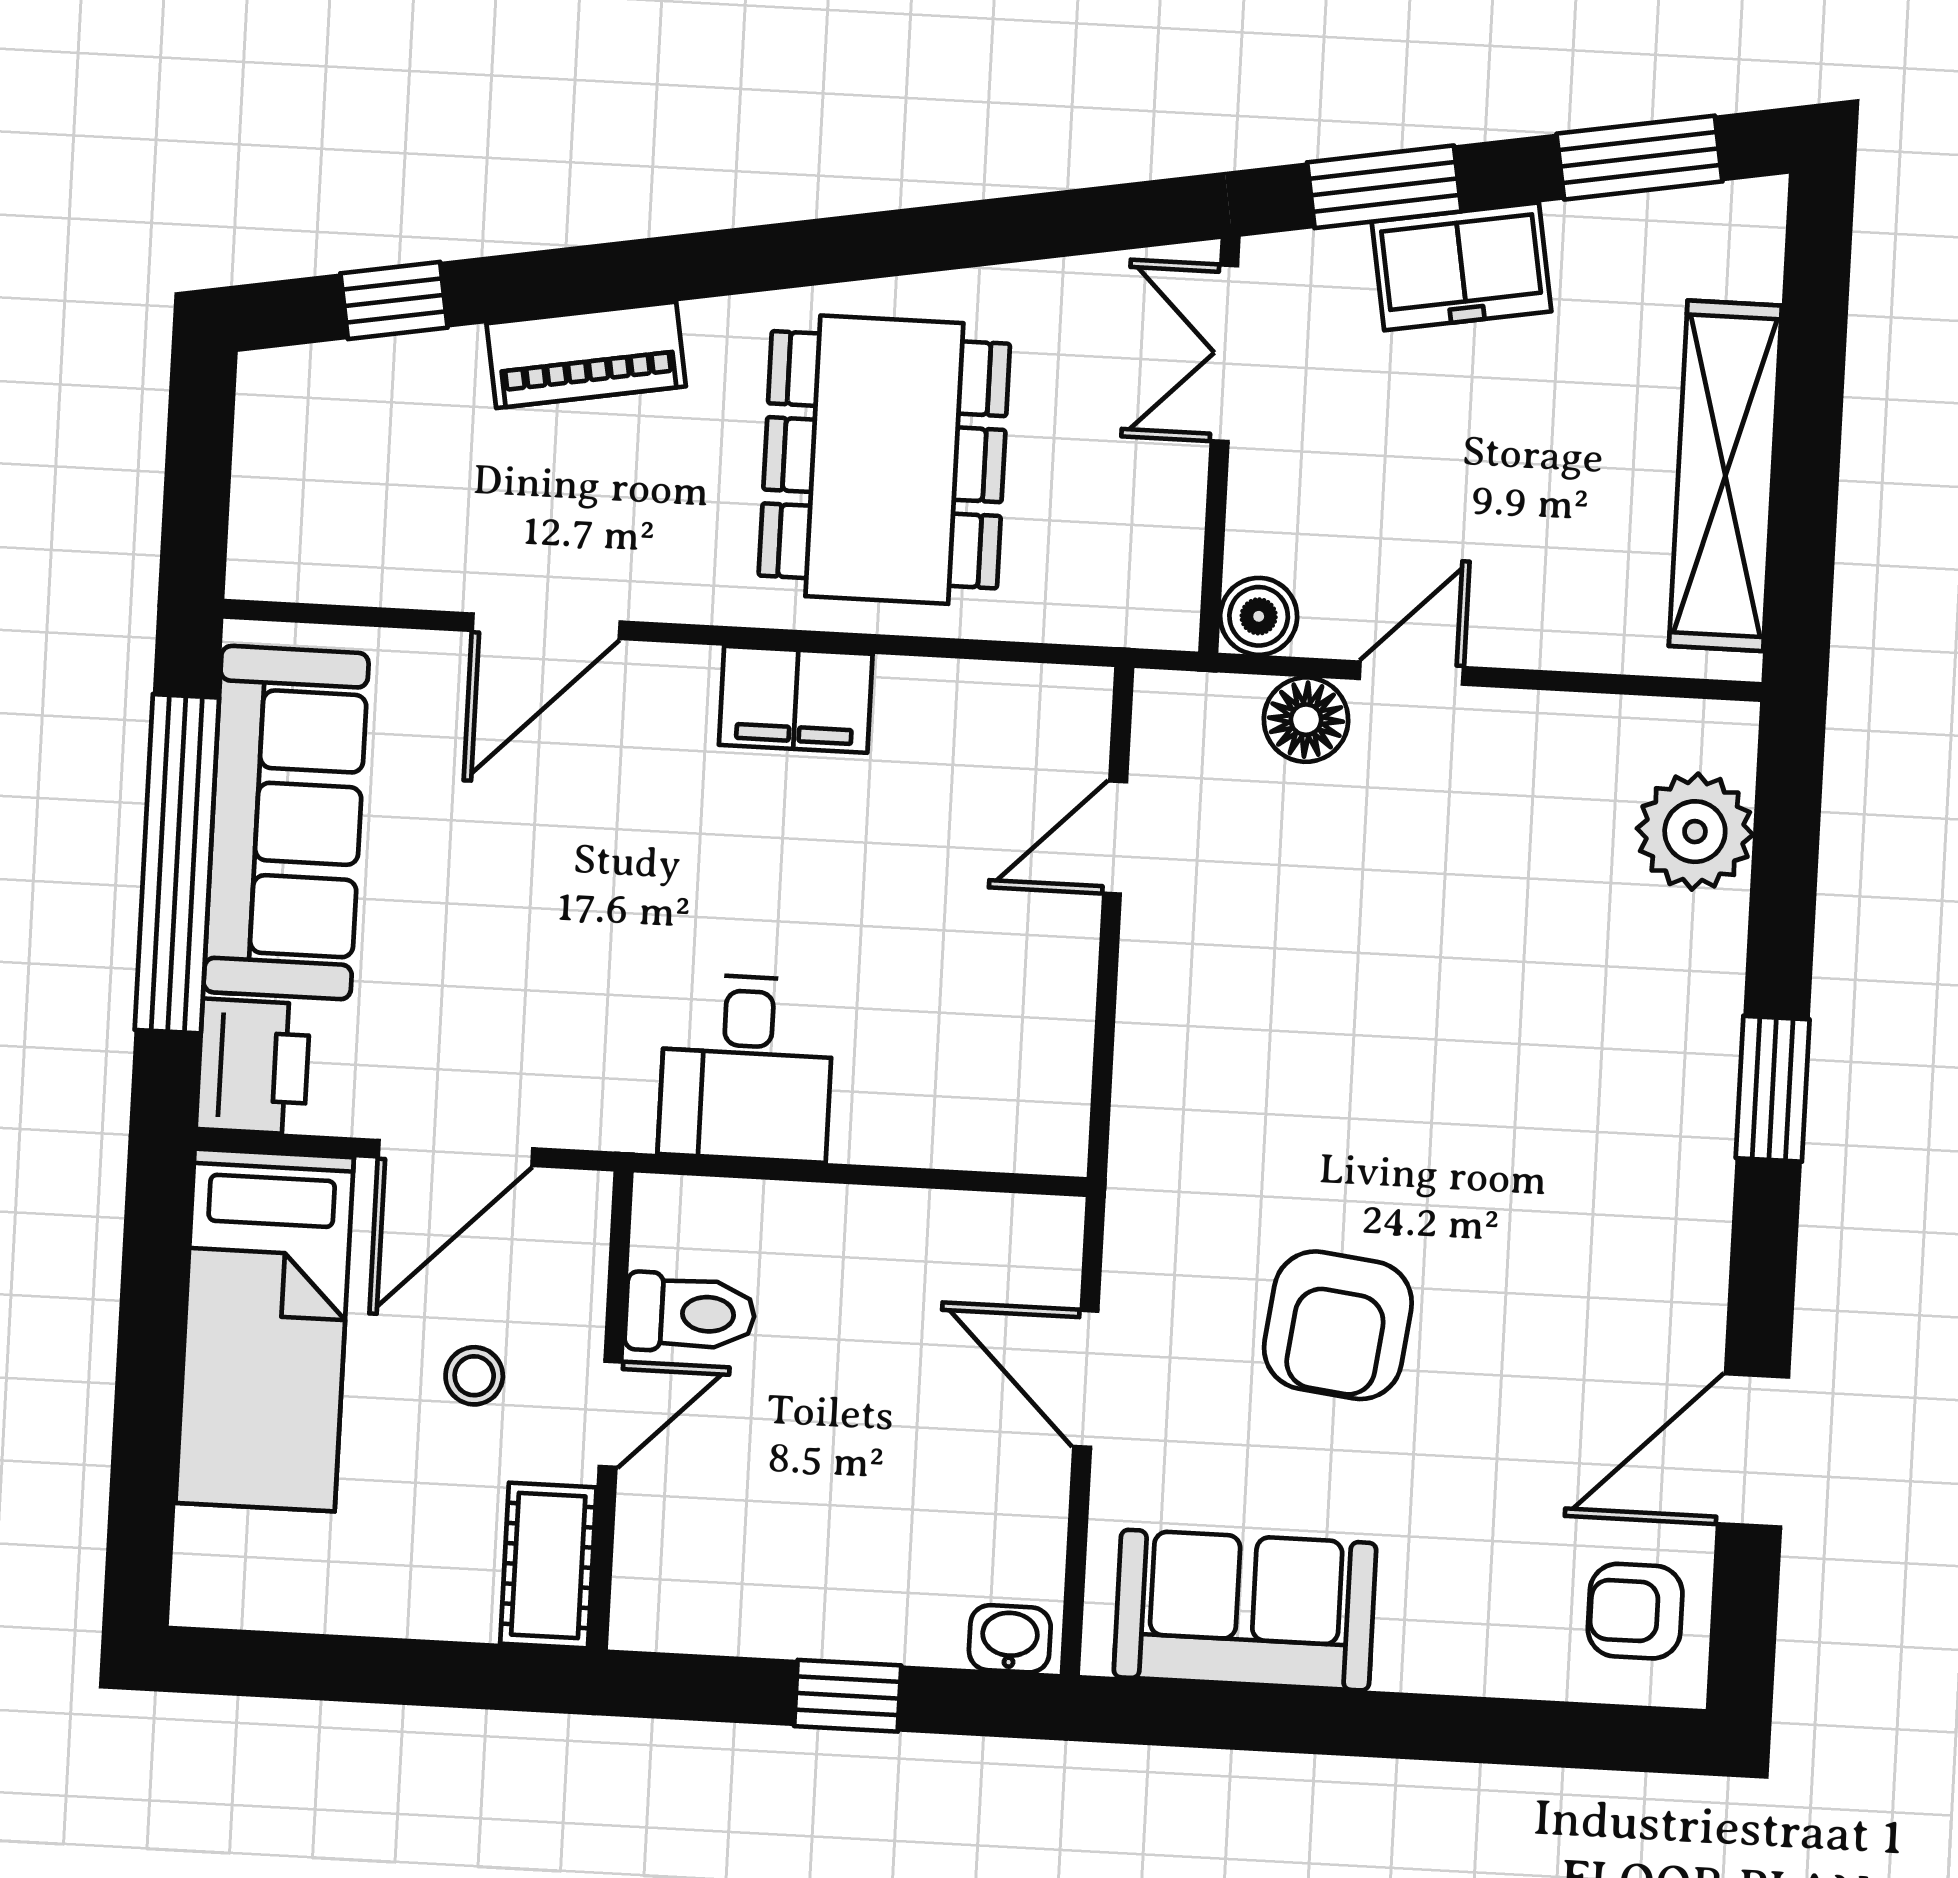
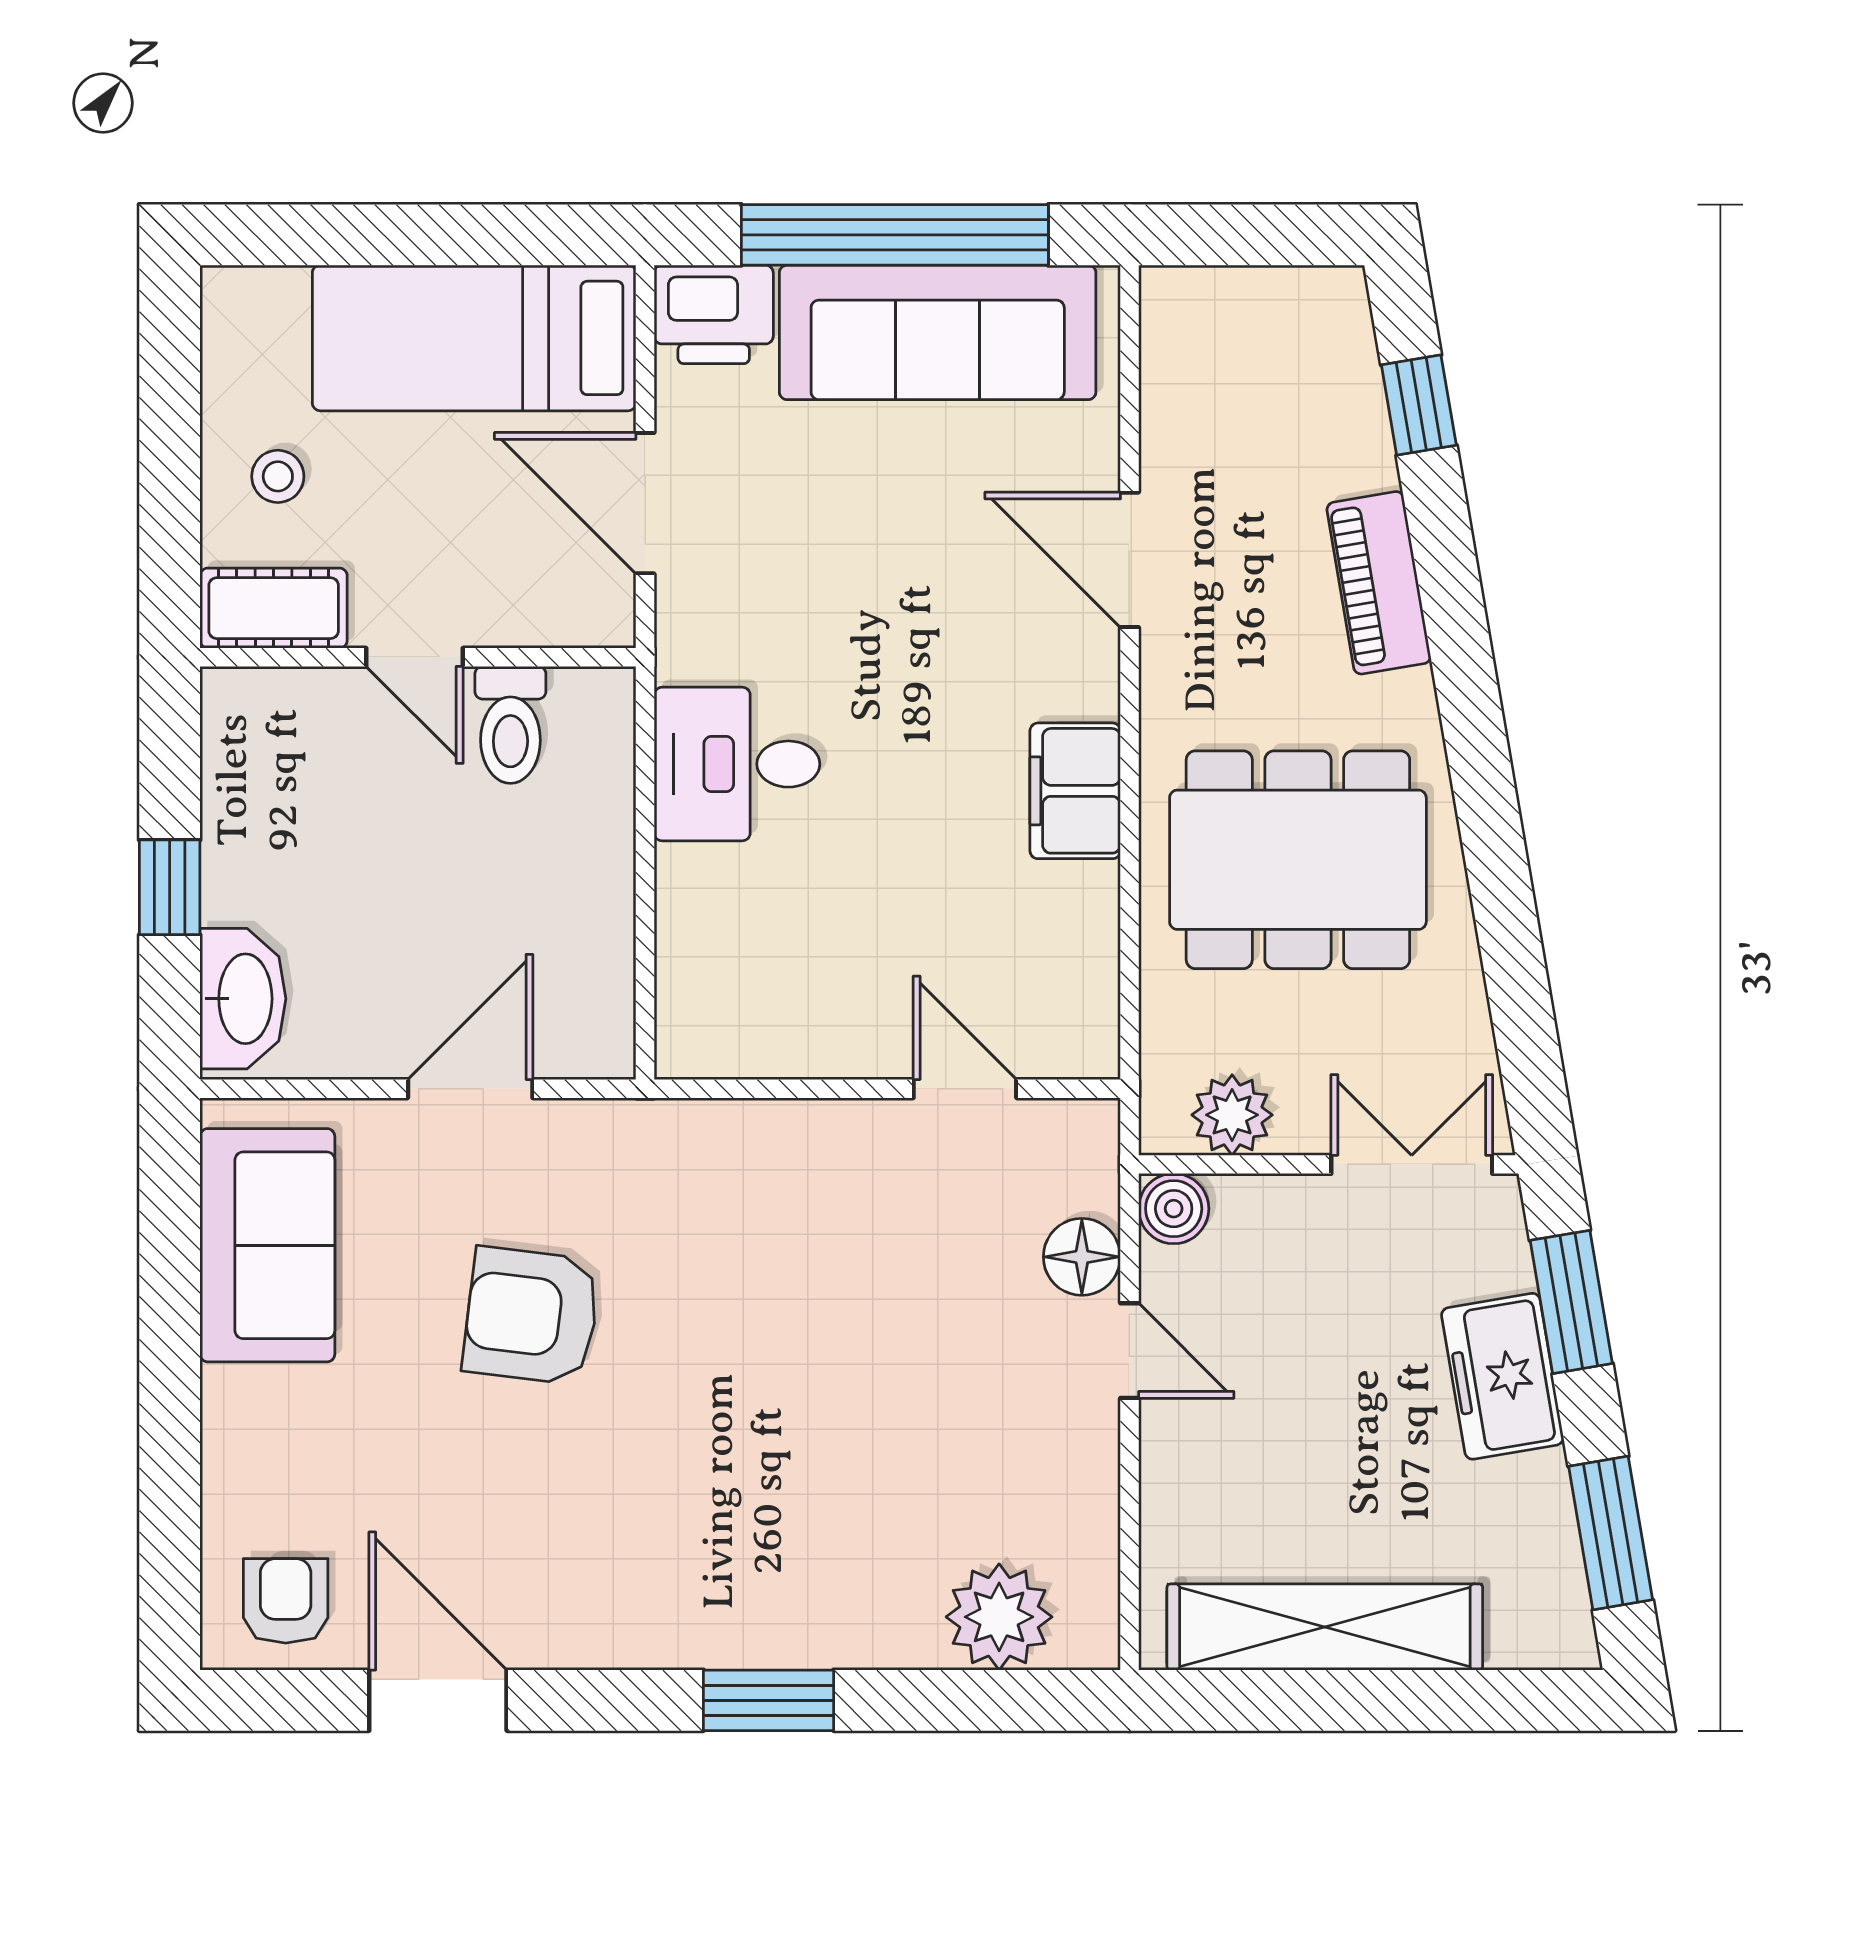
plant: (1160, 547) -> (1232, 1115), added
stool: (474, 1376) -> (278, 476), moved
washbasin: (1010, 1639) -> (243, 999), width x1.91, depth x1.45

